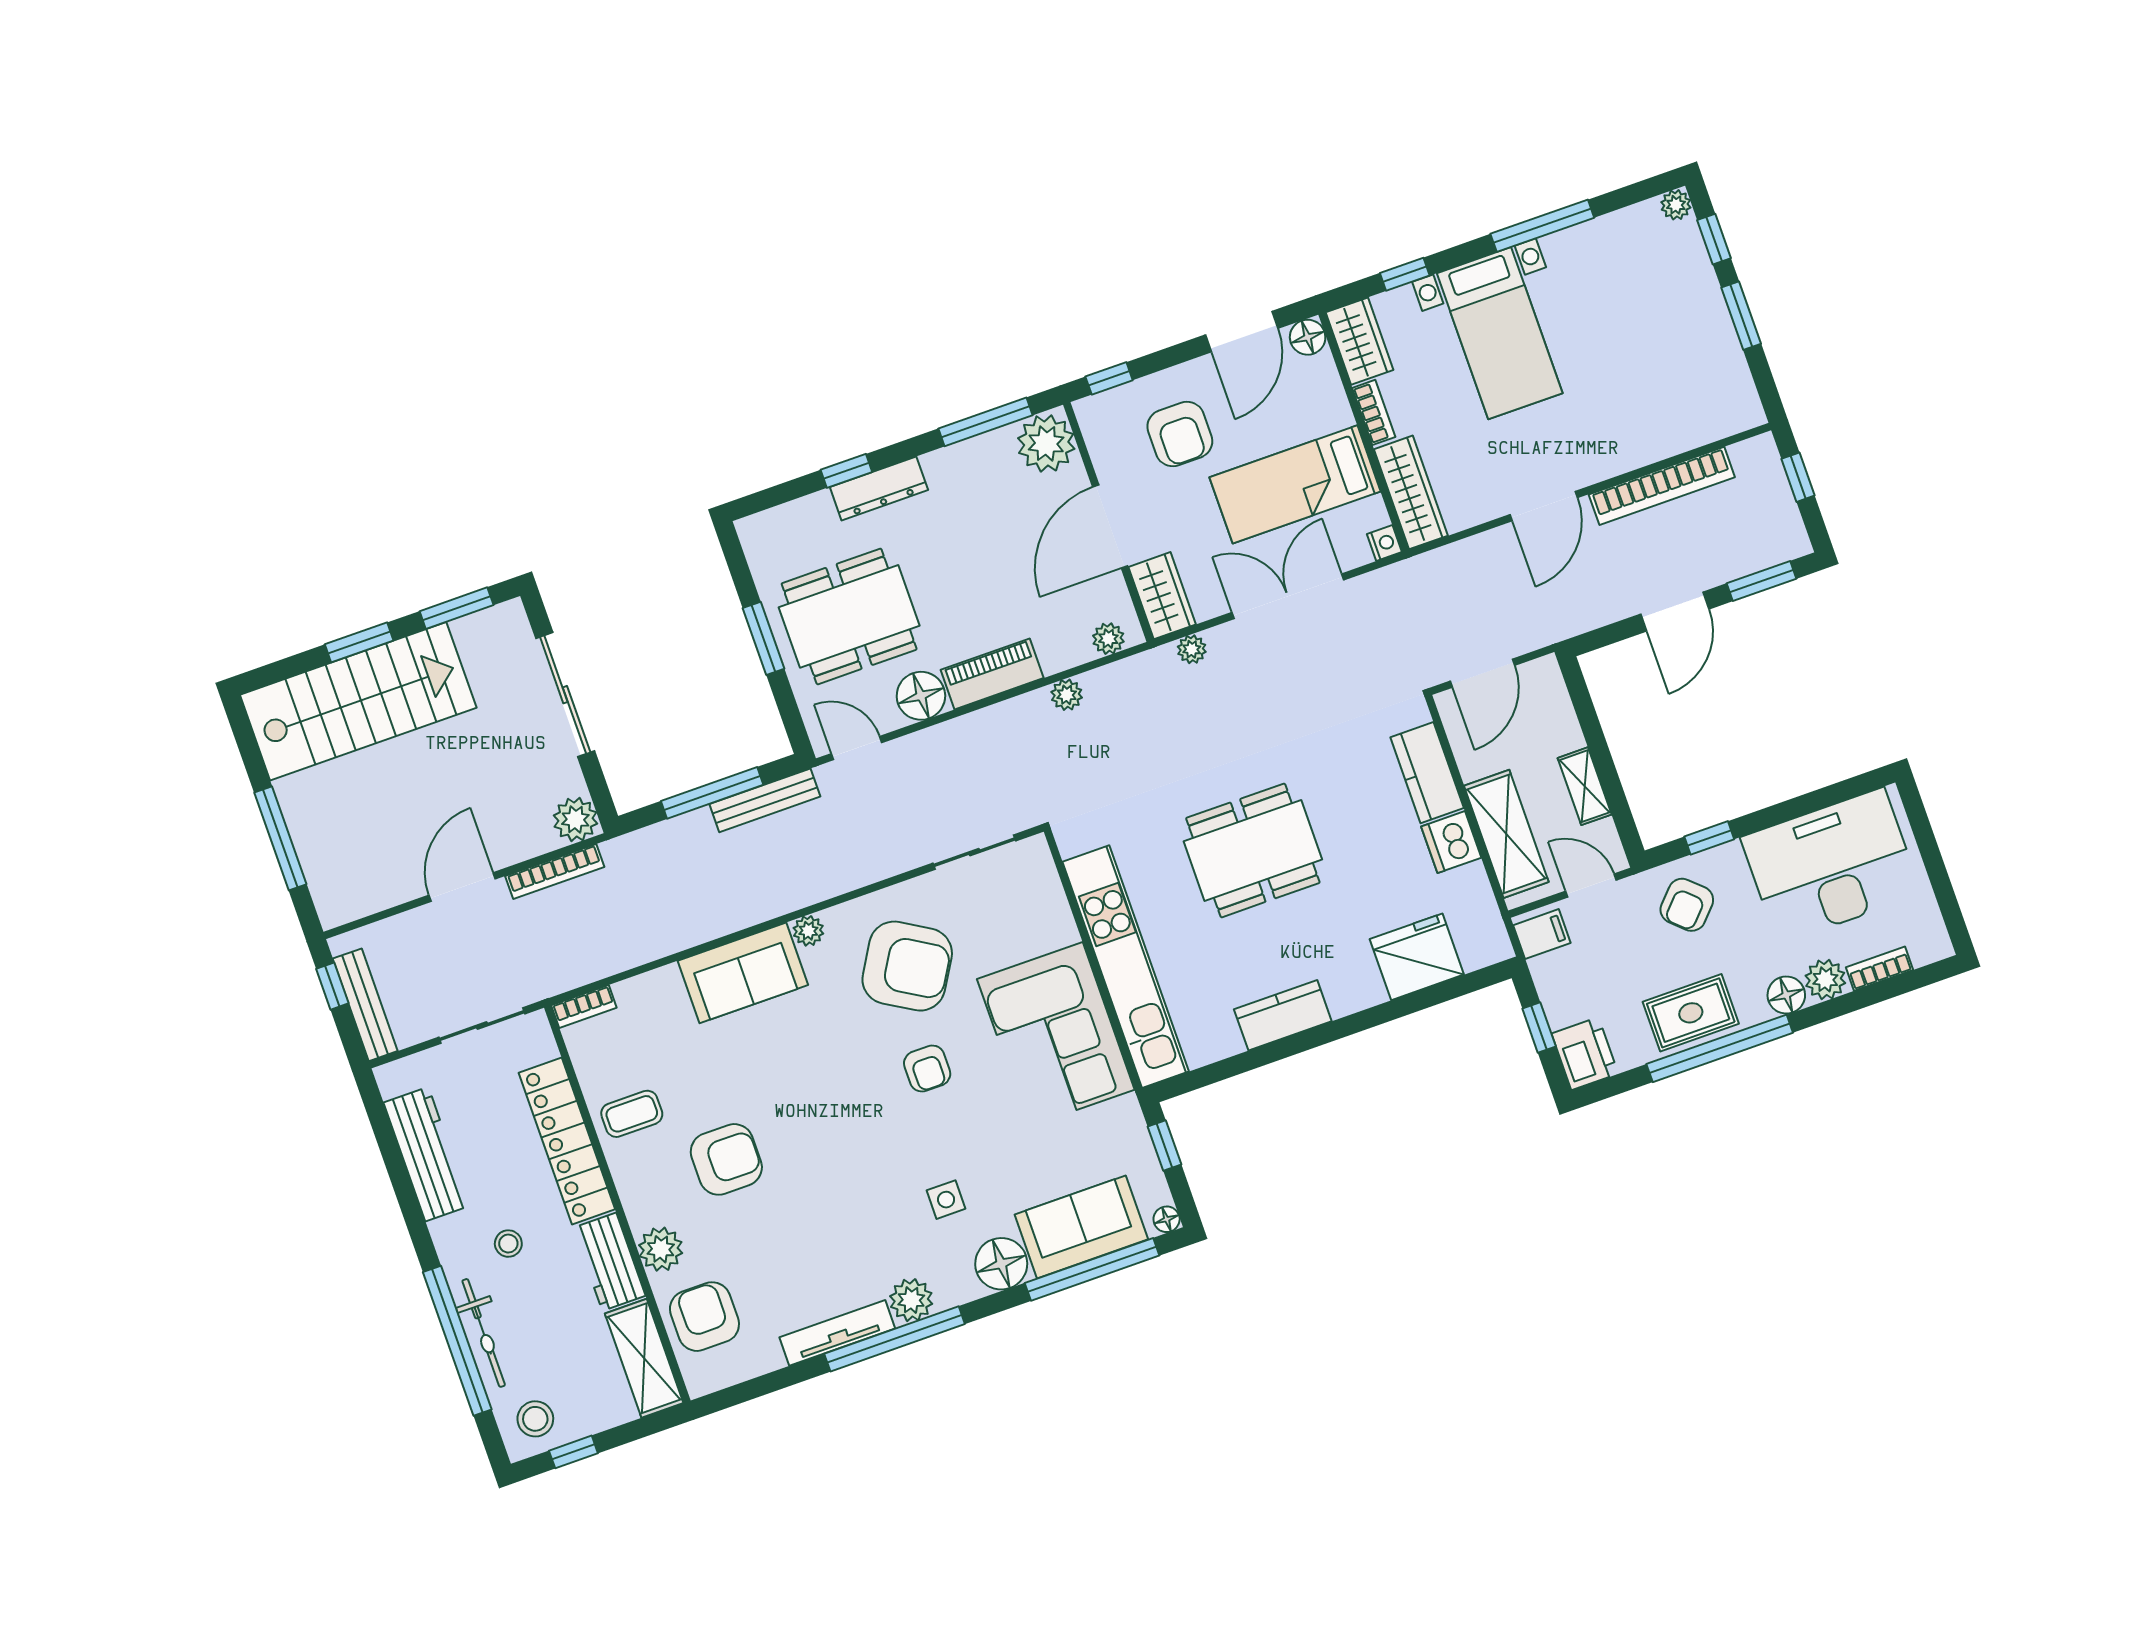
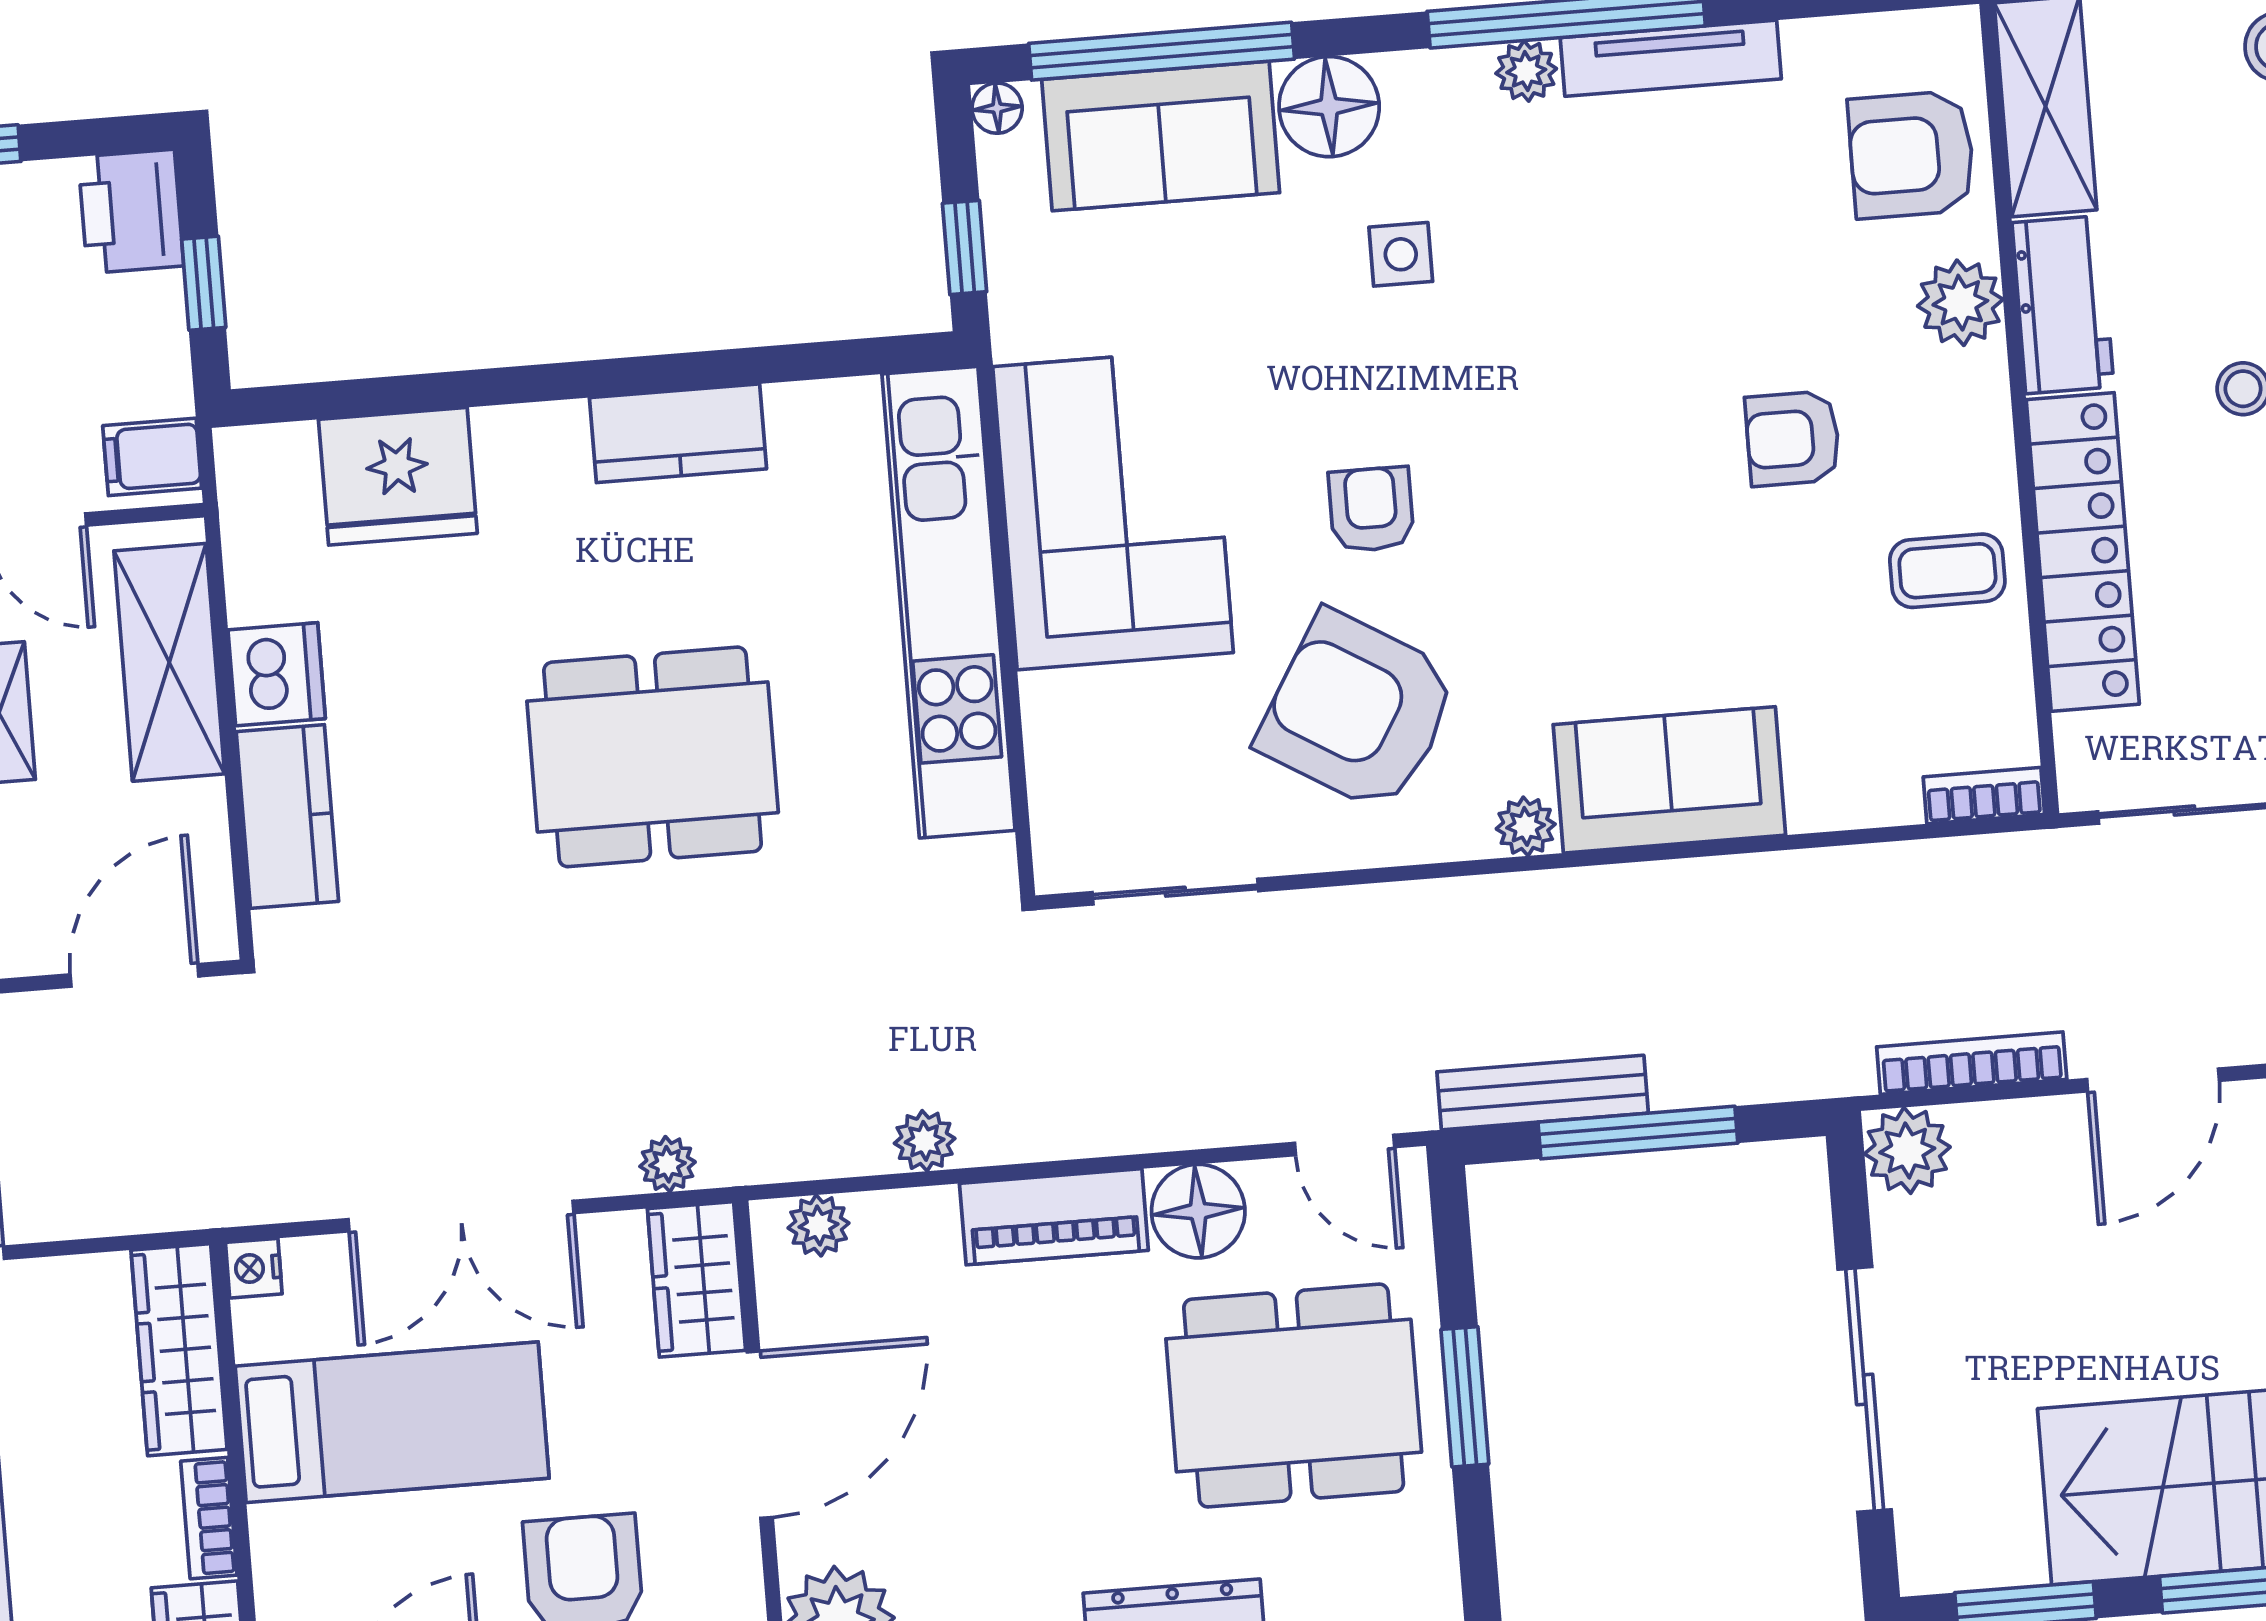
armchair: (726, 1159) -> (1793, 438), width x0.72, depth x0.72
plant: (911, 1300) -> (1526, 71), width x0.73, depth x0.73
armchair: (704, 1317) -> (1912, 155), turned 90

